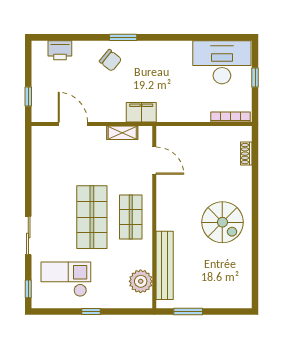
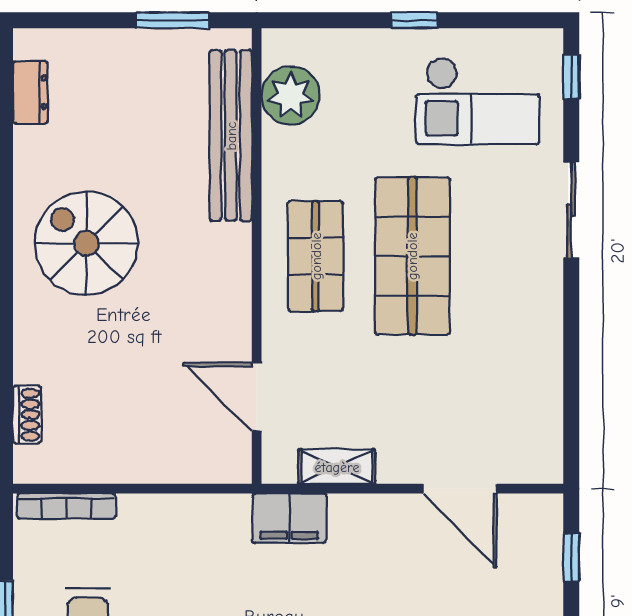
dresser: (245, 283) -> (30, 92), added

